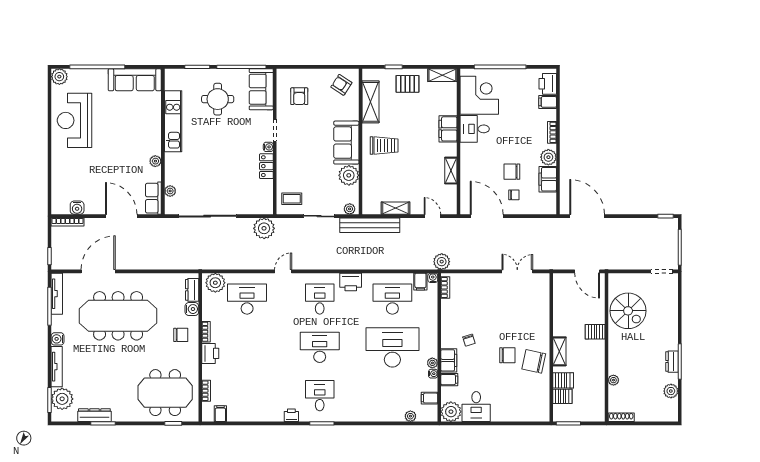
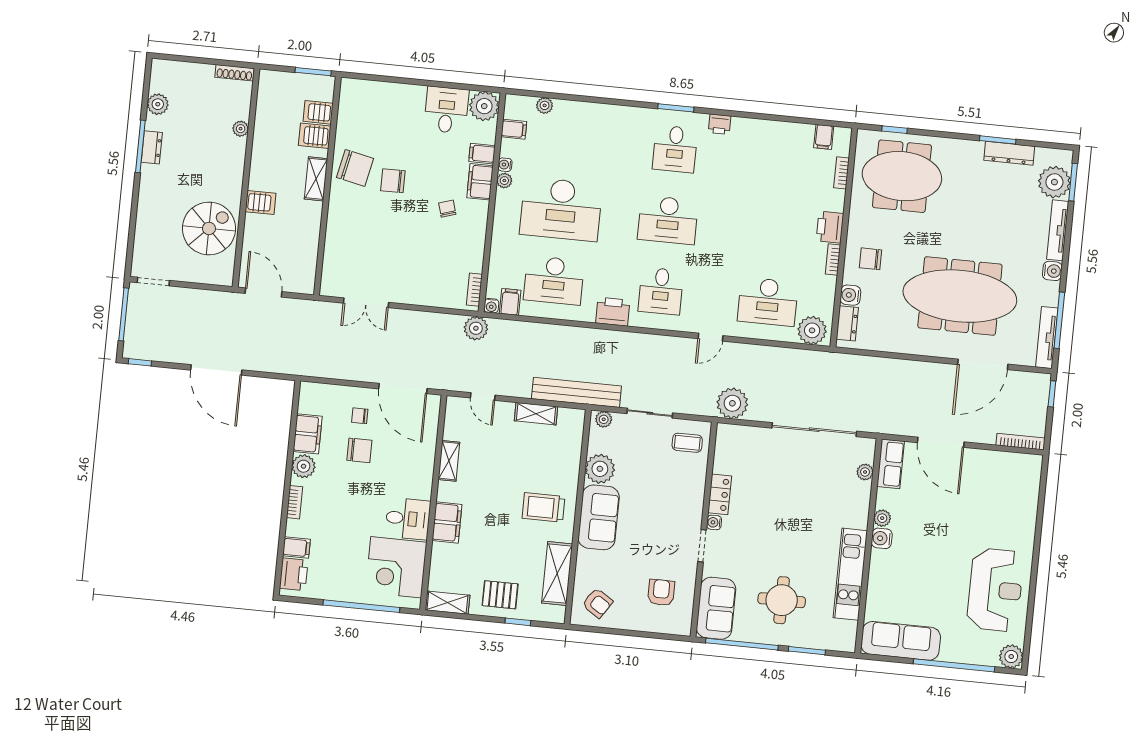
water cooler: (77, 208) -> (882, 538), moved, turned -90
door: (587, 216) -> (216, 370), moved
spiral stairs: (628, 311) -> (209, 228), turned 90

